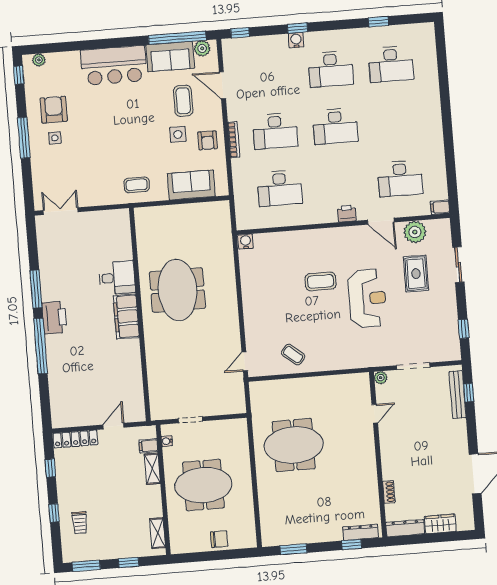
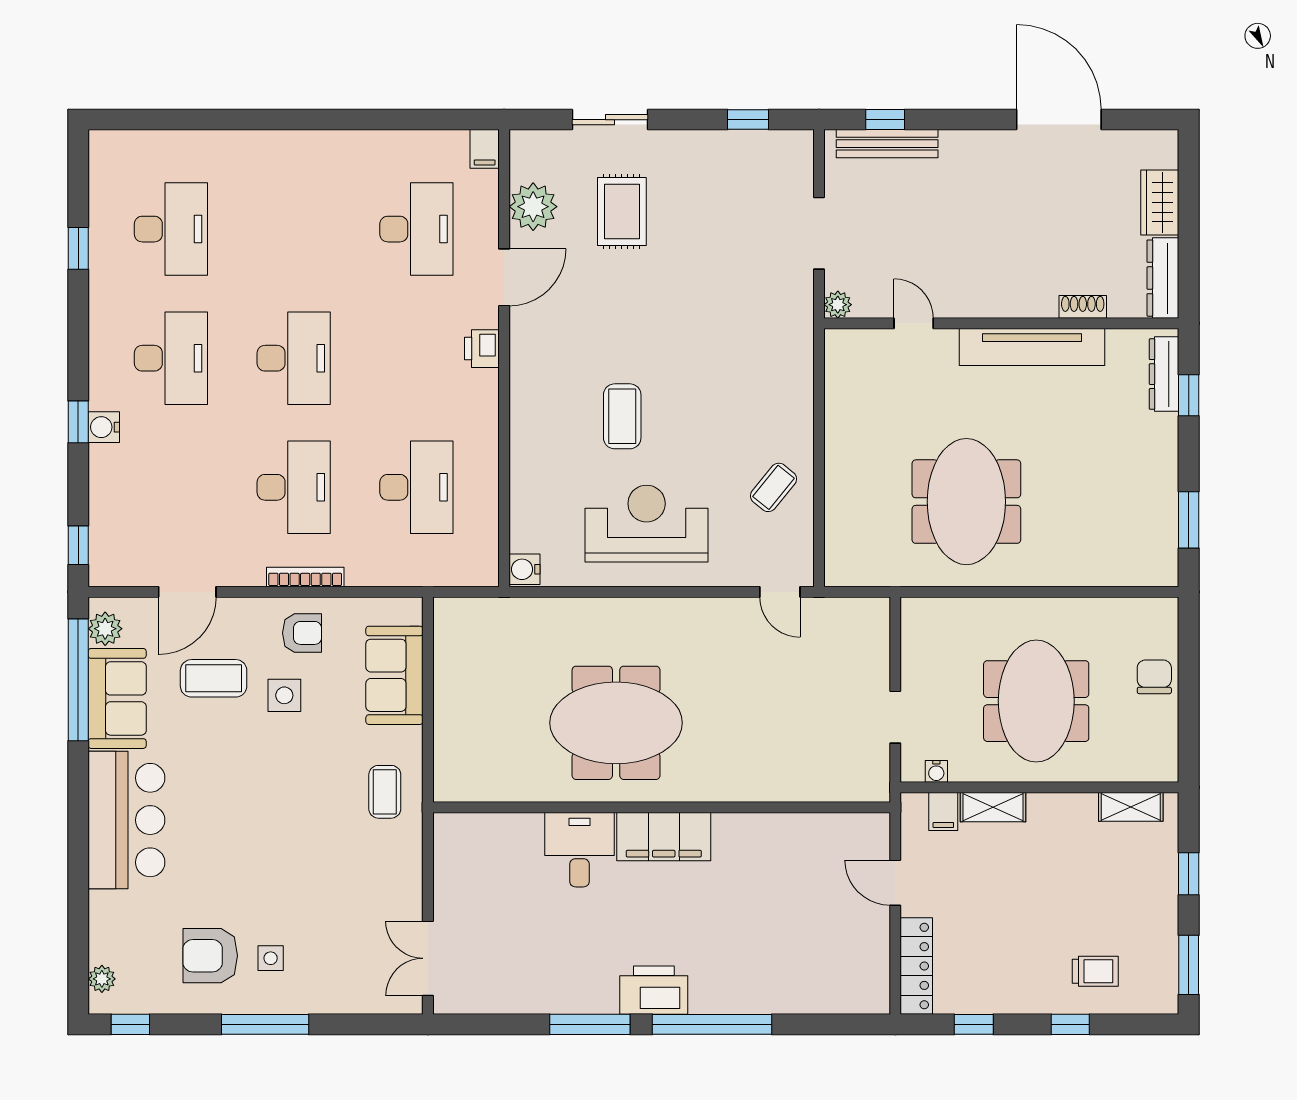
rug: (416, 274) -> (622, 212), turned 90
reception desk: (367, 298) -> (647, 524), moved
tv unit: (368, 470) -> (1032, 347), added

